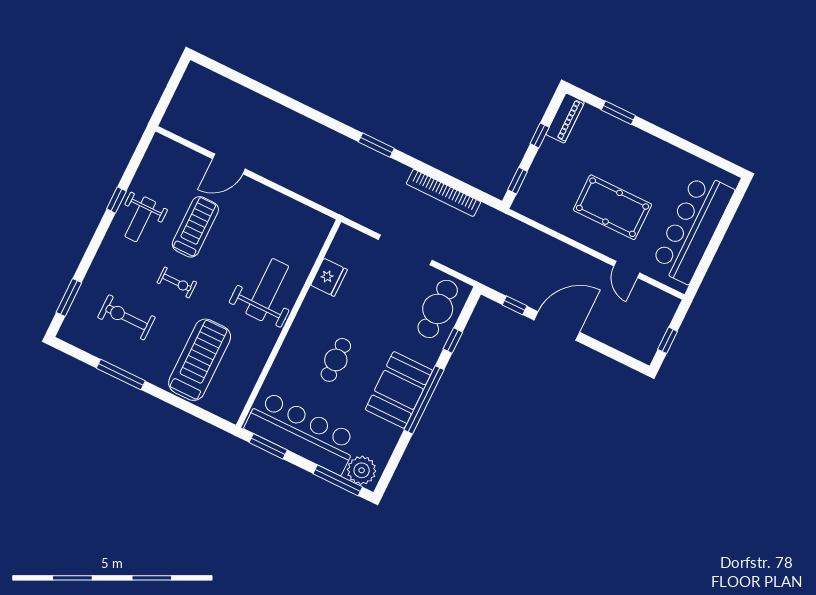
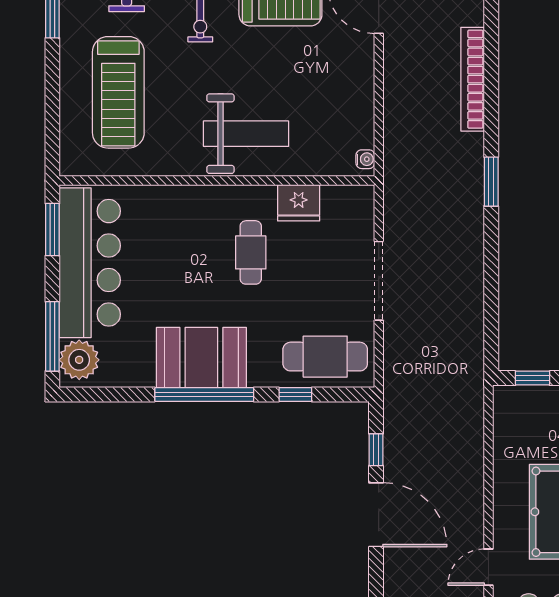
bookcase: (443, 193) -> (473, 79), moved
water cooler: (322, 220) -> (365, 159), added
treadmill: (200, 360) -> (118, 92), turned 90
cafe table: (336, 360) -> (251, 252), moved, turned 90

